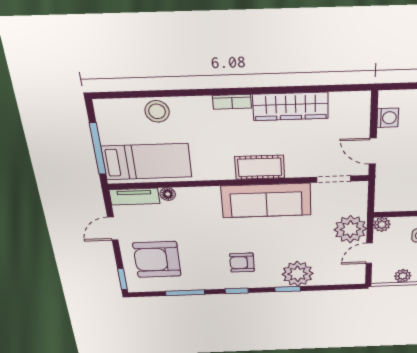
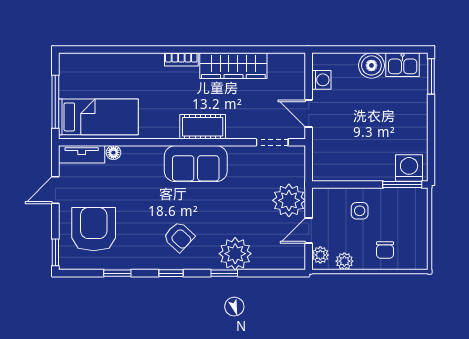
stool: (157, 111) -> (114, 66), removed
sofa: (266, 200) -> (196, 164), width x0.73
plant: (382, 225) -> (320, 255), moved
armchair: (157, 259) -> (94, 229), turned 90
armchair: (242, 263) -> (179, 237), turned -137
window: (185, 293) -> (117, 273), width x0.67

